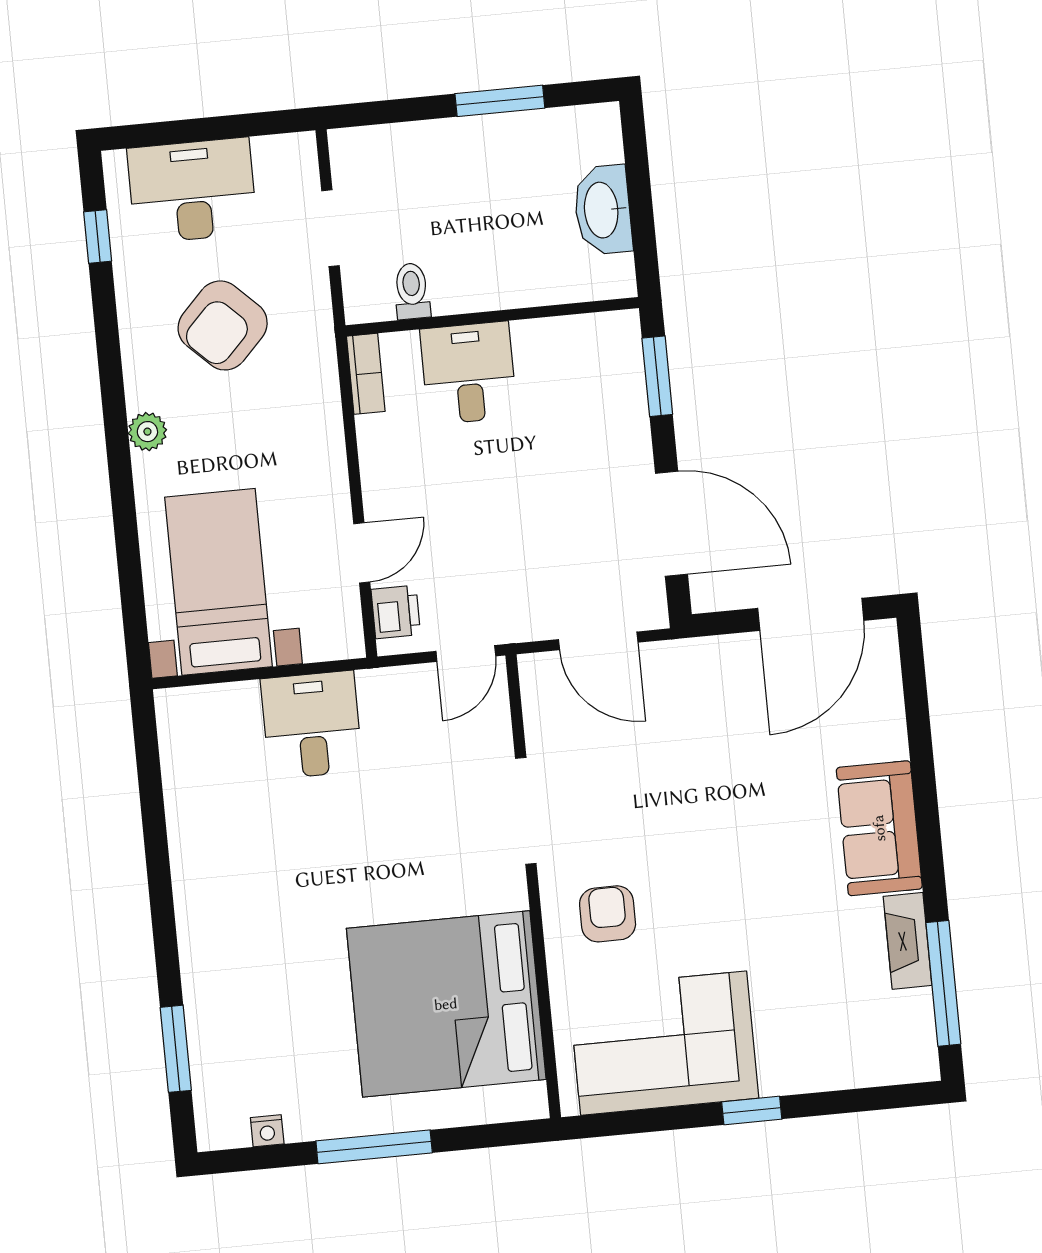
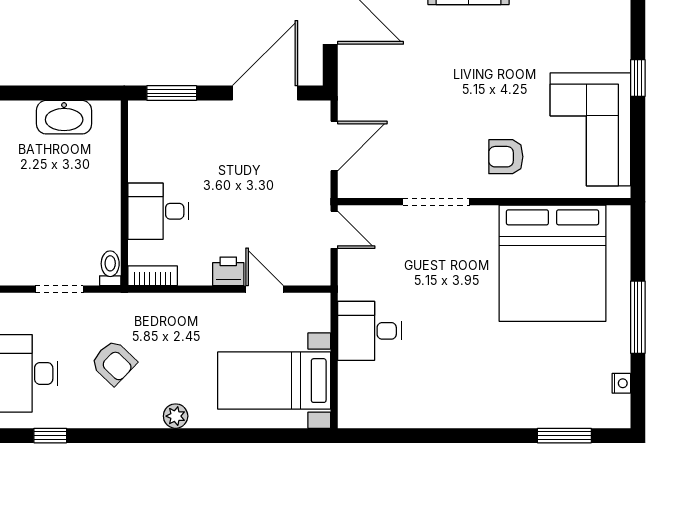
toilet: (412, 291) -> (110, 268), moved, turned 90
armchair: (223, 325) -> (114, 363), width x0.72, depth x0.72
printer: (396, 612) -> (228, 271), moved

